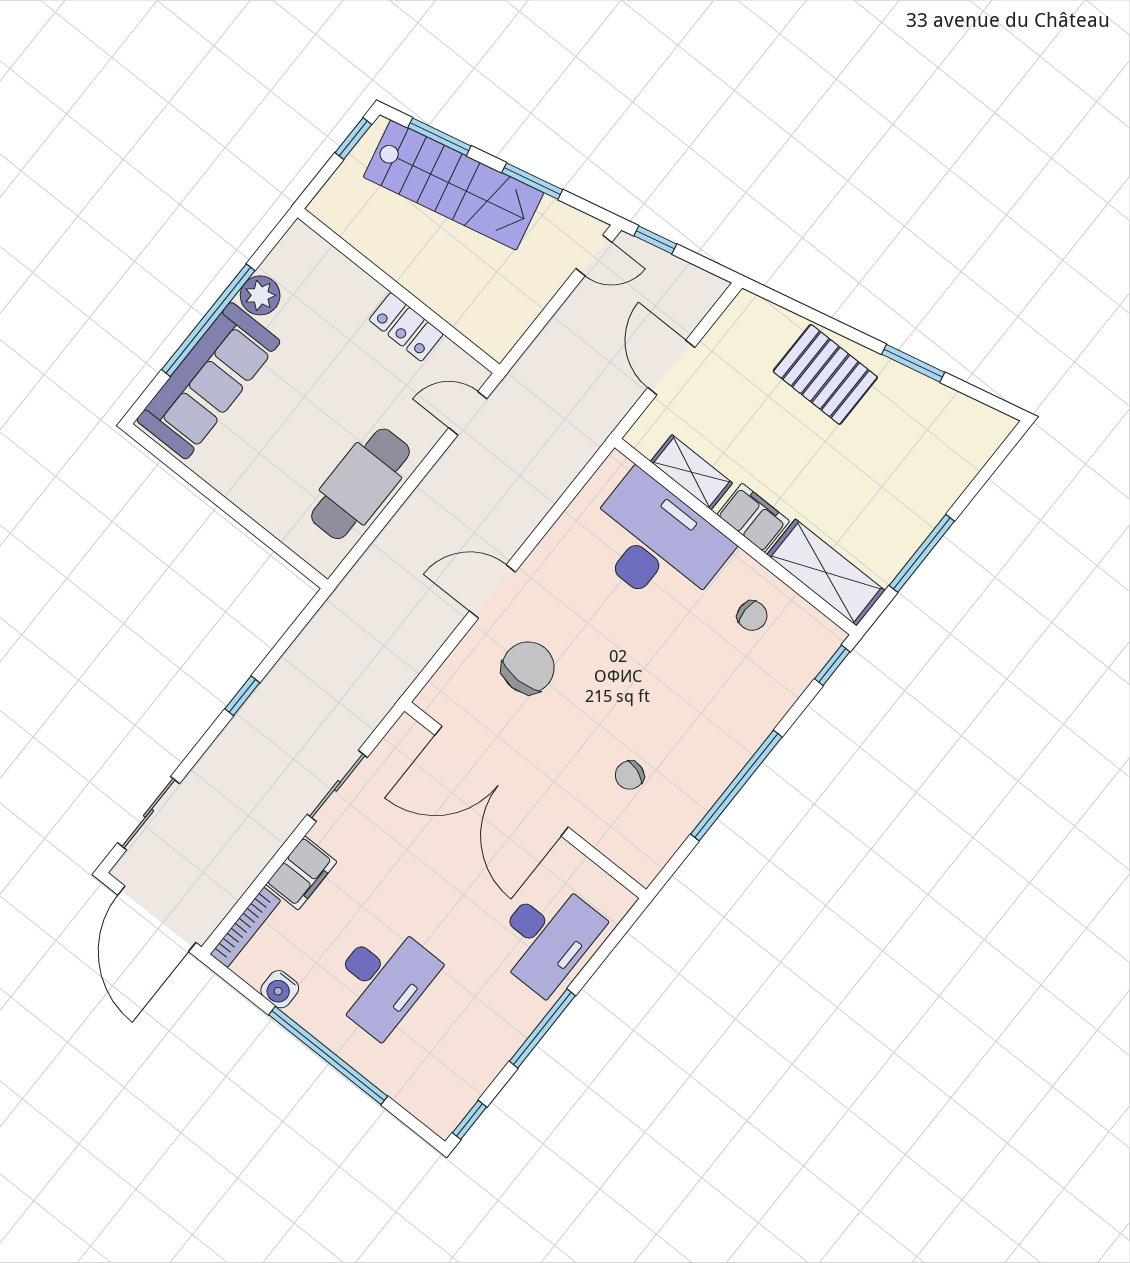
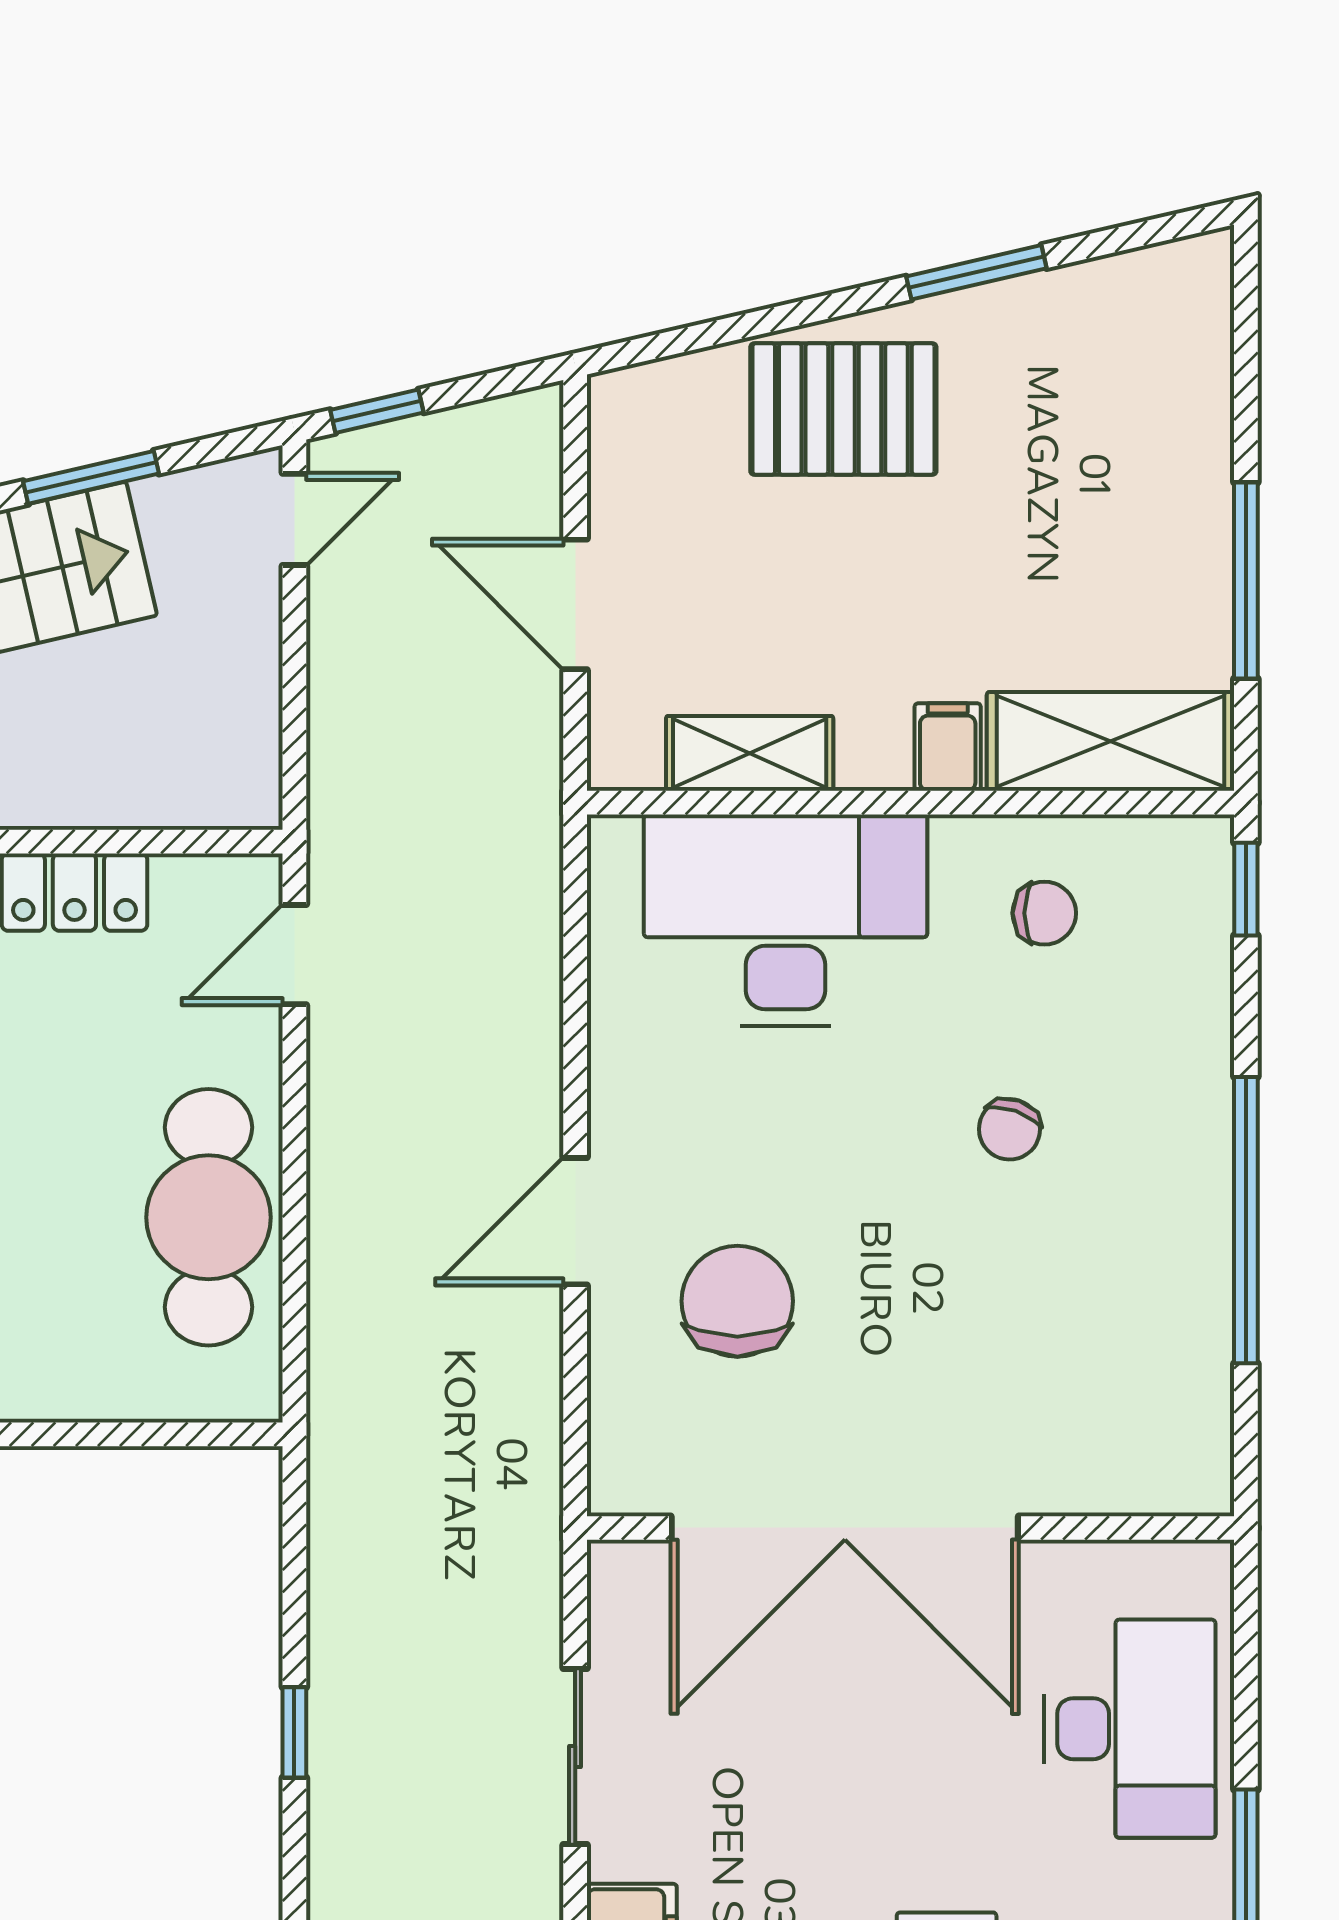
filing cabinet: (753, 518) -> (948, 747), width x0.50
chair: (630, 775) -> (1009, 1129), moved

